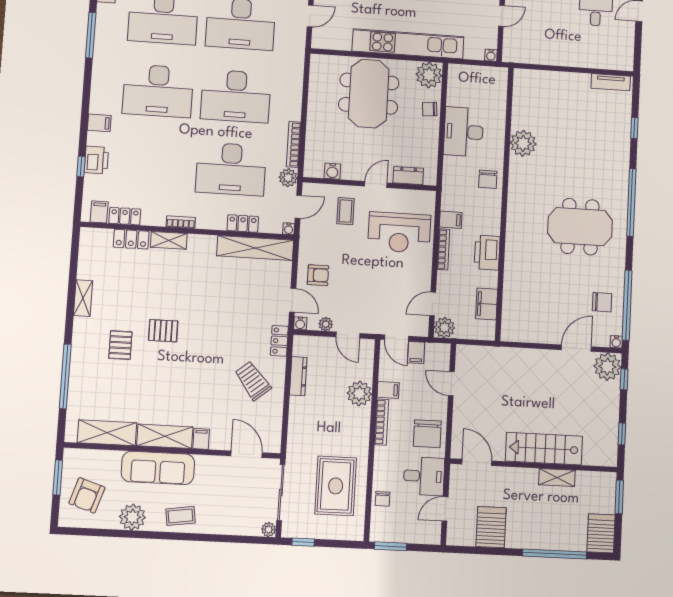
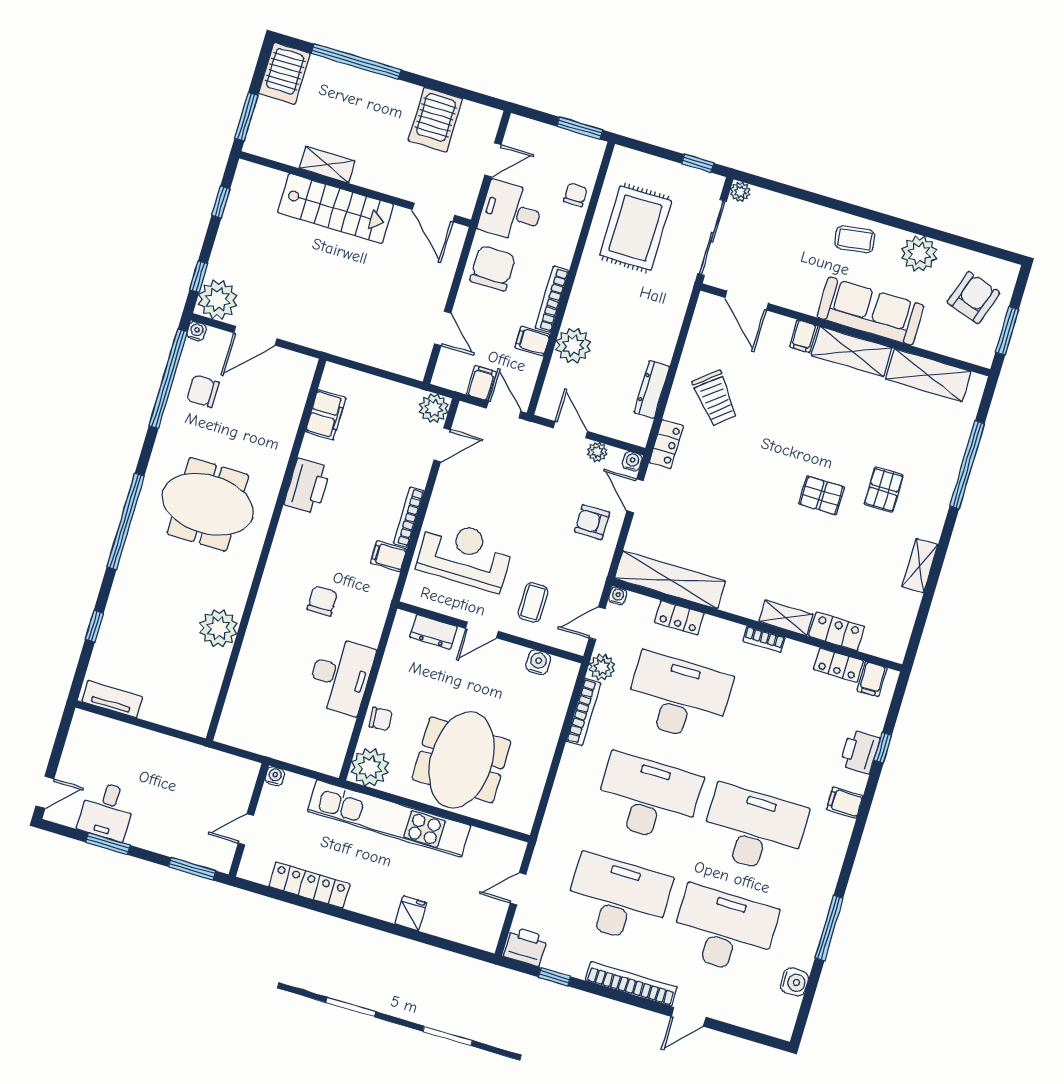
plant: (523, 143) -> (219, 628), moved
wall: (504, 203) -> (266, 550), moved
printer: (487, 253) -> (307, 486), moved
filing cabinet: (487, 304) -> (326, 415), moved

